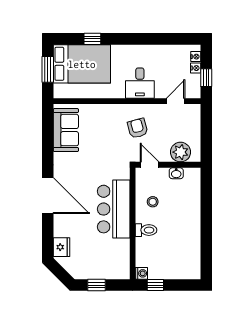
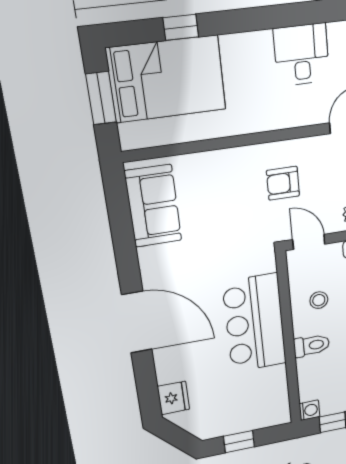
desk: (140, 83) -> (302, 55), moved, turned 180
armchair: (138, 128) -> (283, 183), turned -75

